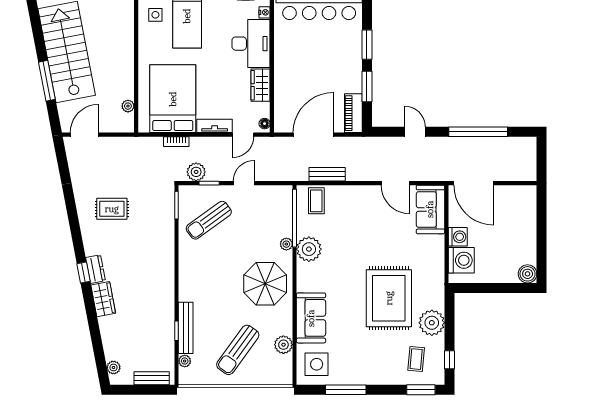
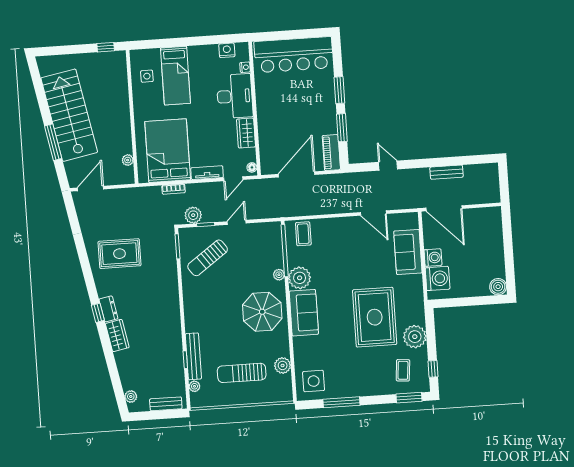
window: (478, 132) -> (445, 162), removed
bench: (327, 174) -> (446, 172), moved
rug: (112, 209) -> (119, 254), width x1.36, depth x1.43
sofa: (430, 209) -> (408, 252), moved
sofa: (311, 318) -> (304, 313), moved
sun lounger: (238, 350) -> (242, 373), turned 54

